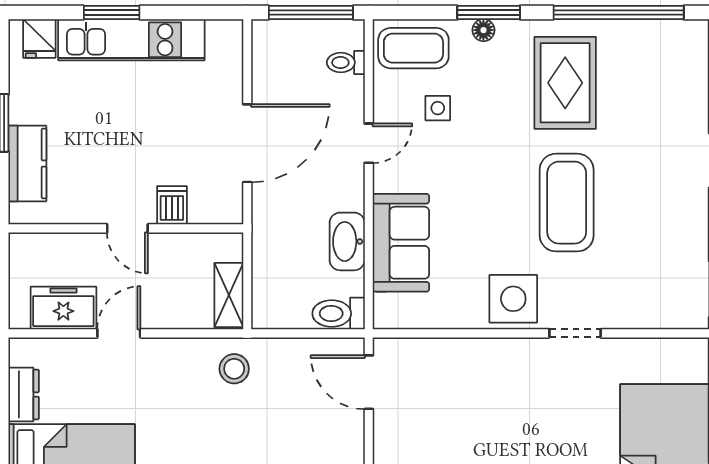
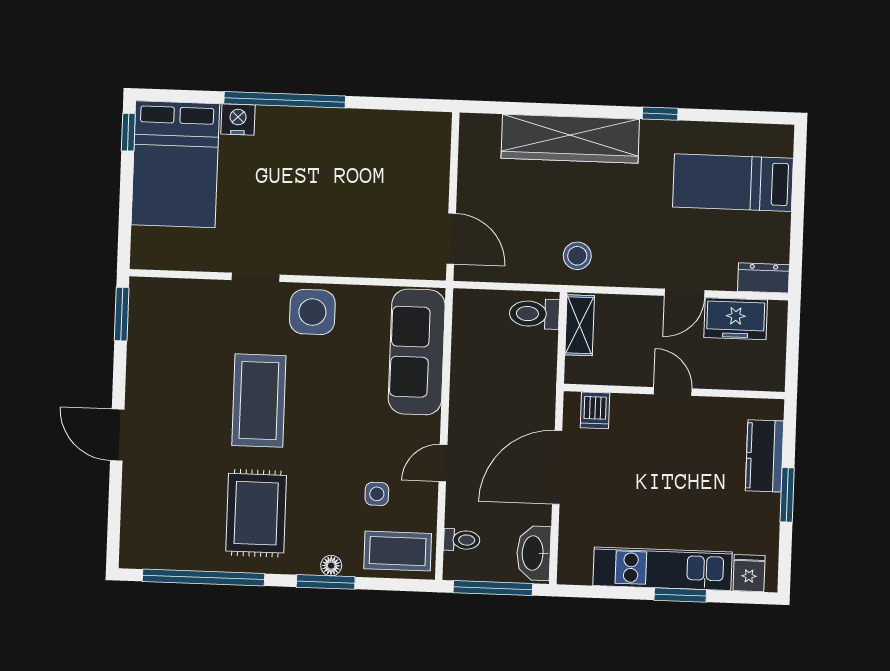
dishwasher: (172, 205) -> (595, 410), moved
washbasin: (347, 241) -> (534, 553), moved, turned 180
sofa: (401, 243) -> (417, 352), width x1.36
toilet: (339, 313) -> (534, 314), moved, turned 180
dresser: (24, 394) -> (764, 278), moved, turned 90

